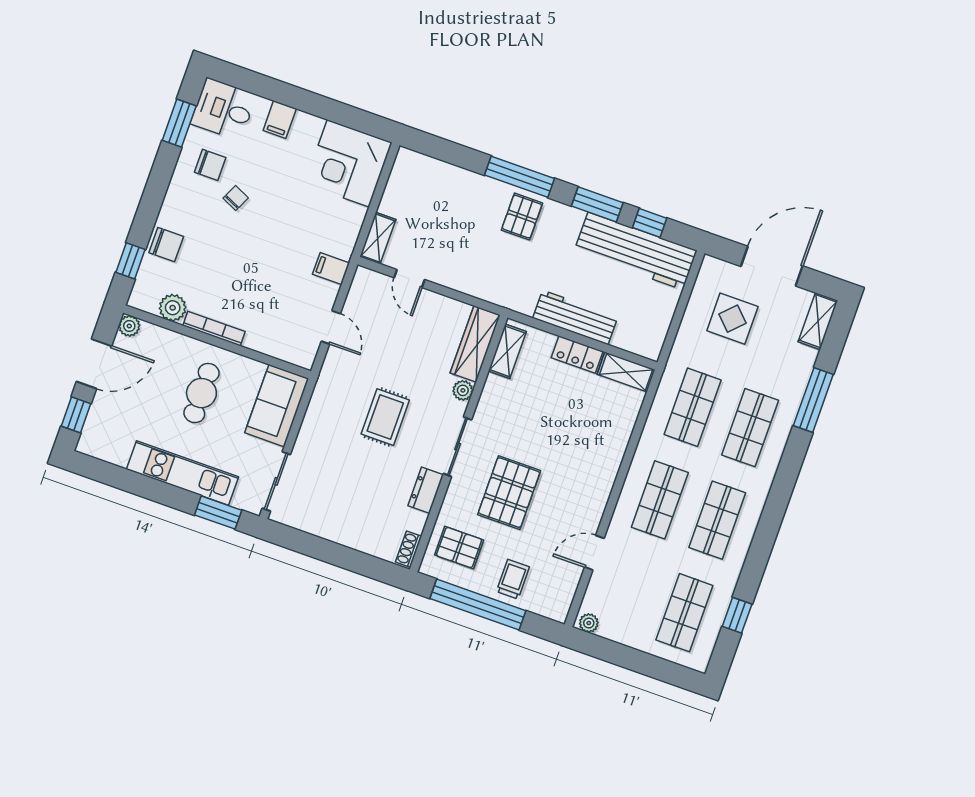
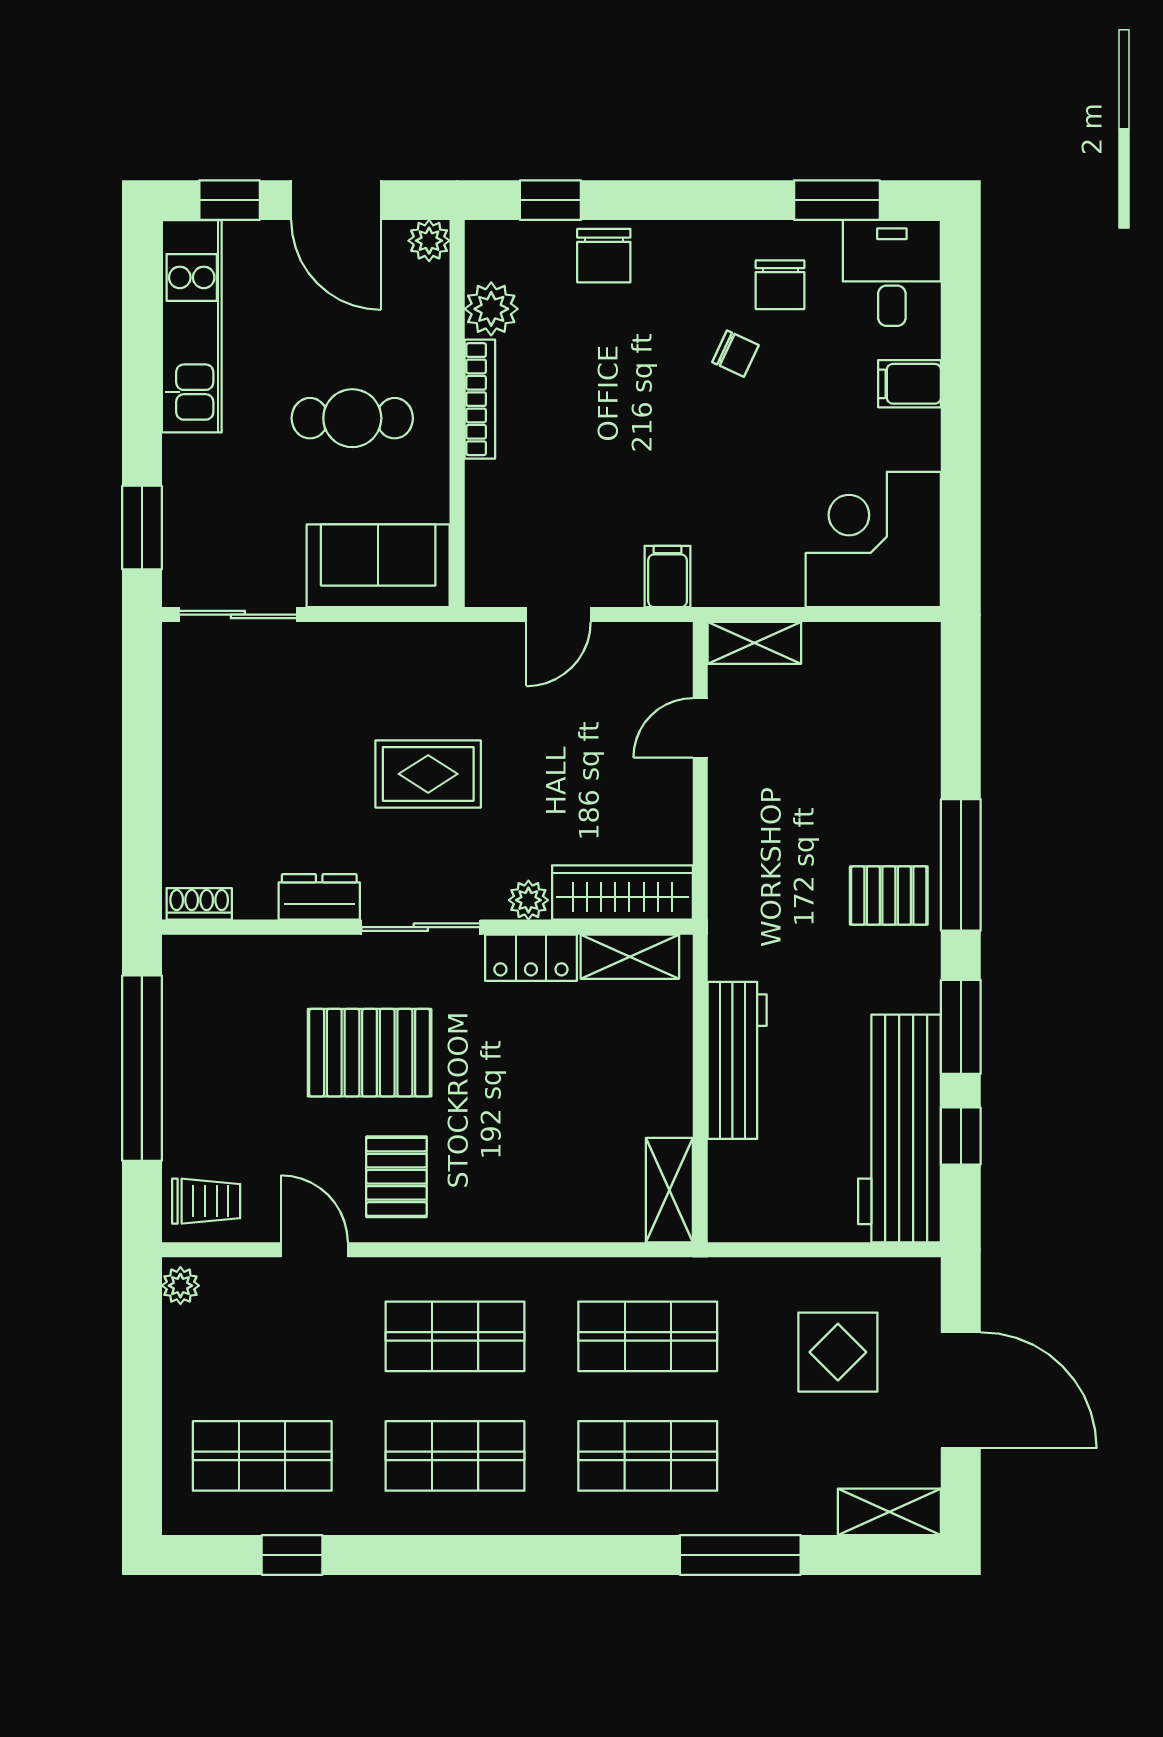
locker: (577, 355) -> (531, 958), moved, turned -90
kitchen unit: (182, 473) -> (192, 326), moved
pallet: (459, 548) -> (396, 1177), moved
trolley: (513, 579) -> (206, 1201), moved

